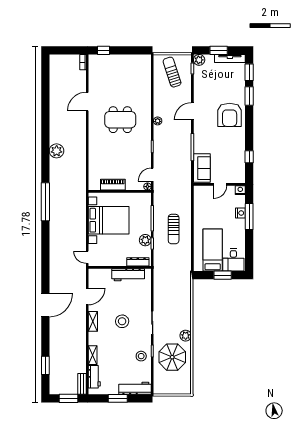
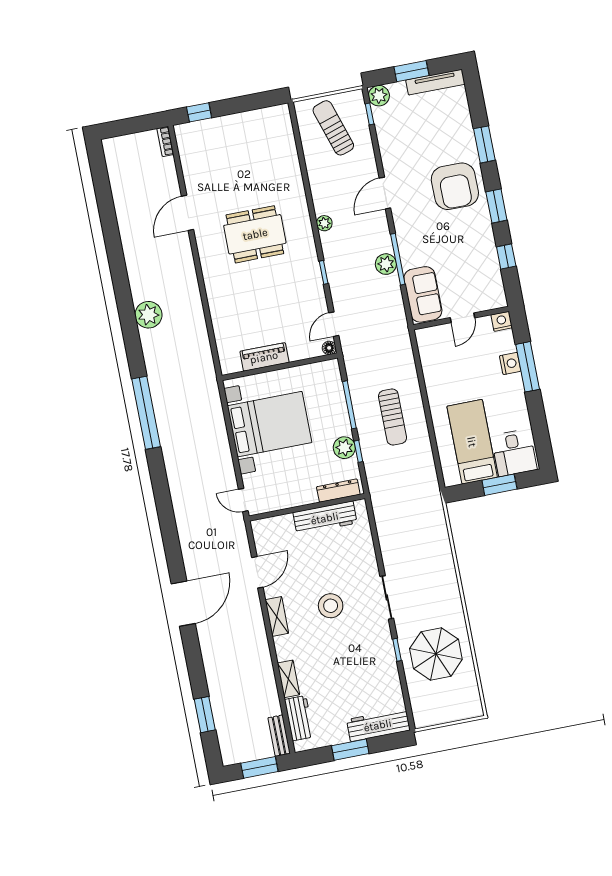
window: (249, 72) -> (496, 206), moved
plant: (186, 336) -> (386, 264), moved
stool: (141, 356) -> (378, 663), removed

